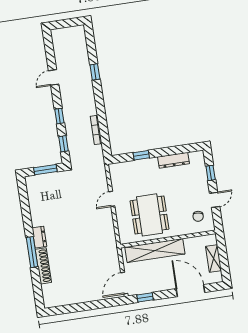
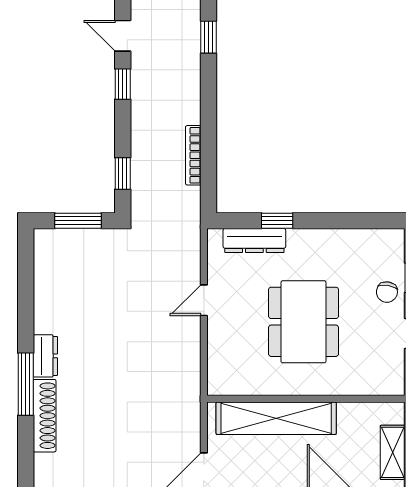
door: (54, 77) -> (123, 36), hinge flipped
window: (59, 116) -> (123, 84), moved
dresser: (173, 160) -> (254, 241), moved
dining table: (150, 215) -> (304, 322), moved
chair: (198, 216) -> (387, 292), moved

